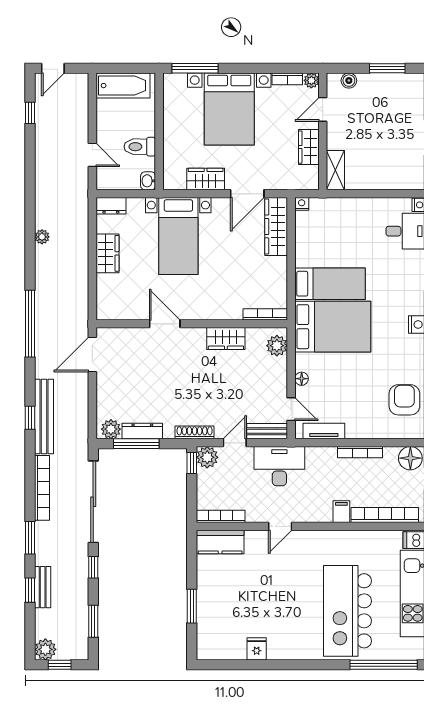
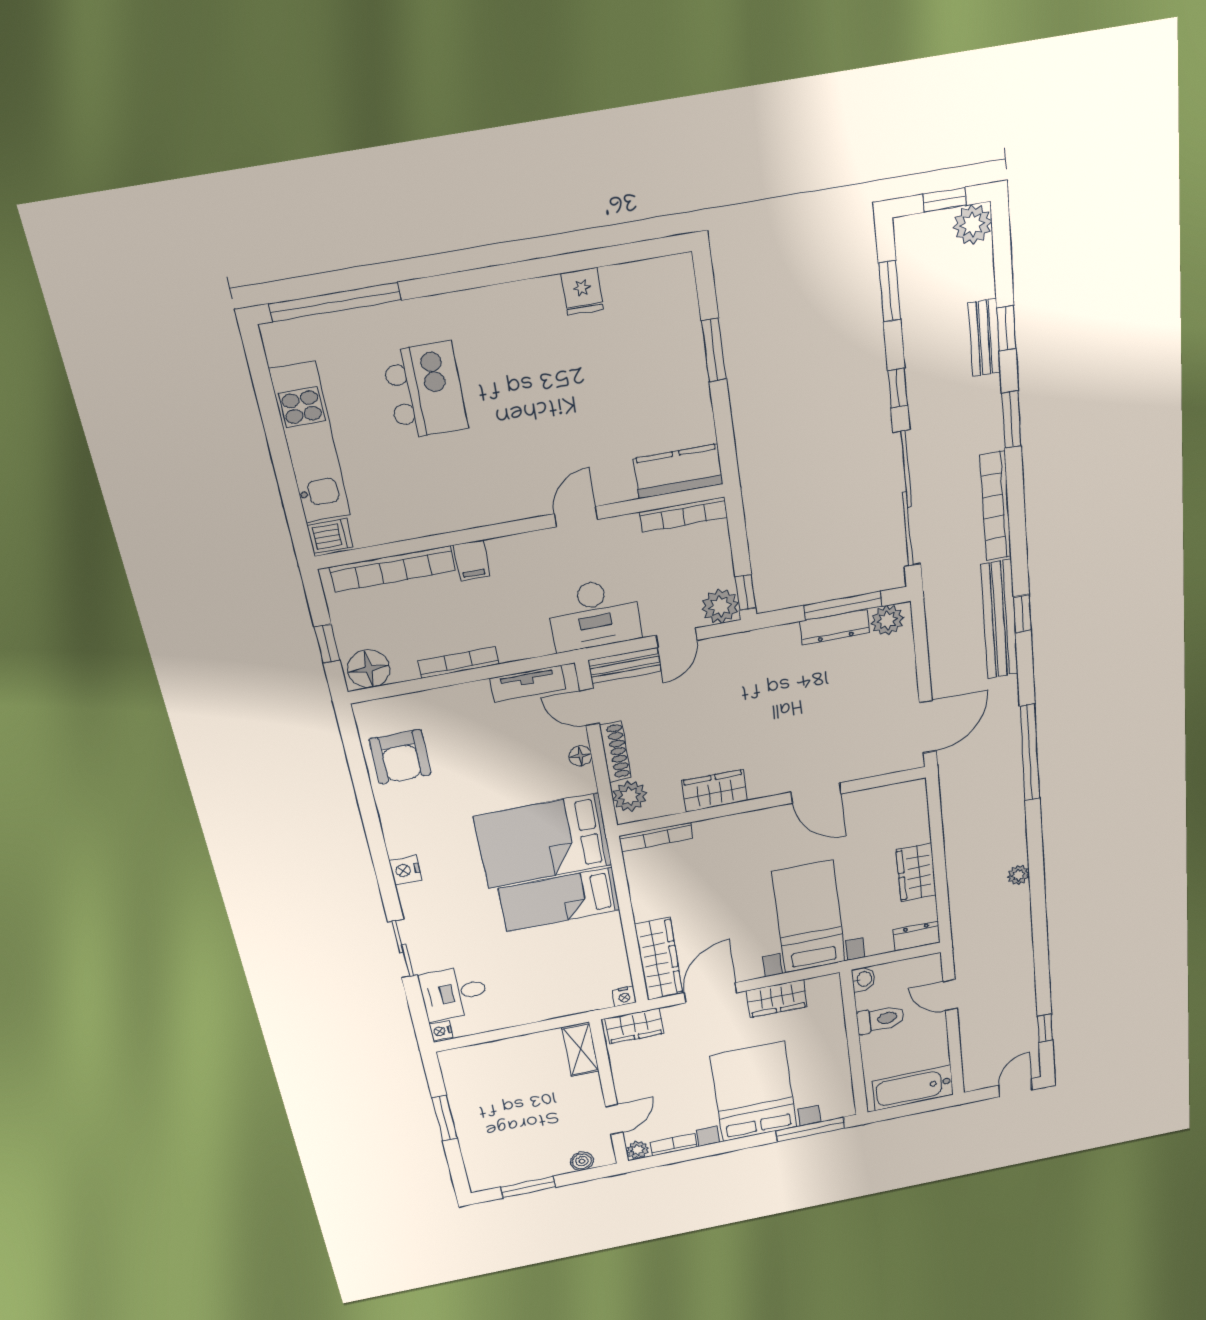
wardrobe: (309, 147) -> (634, 1026), moved, turned 90
shoe rack: (195, 432) -> (615, 752), moved, turned -90
kitchen island: (348, 611) -> (425, 391), width x0.54, depth x0.78

